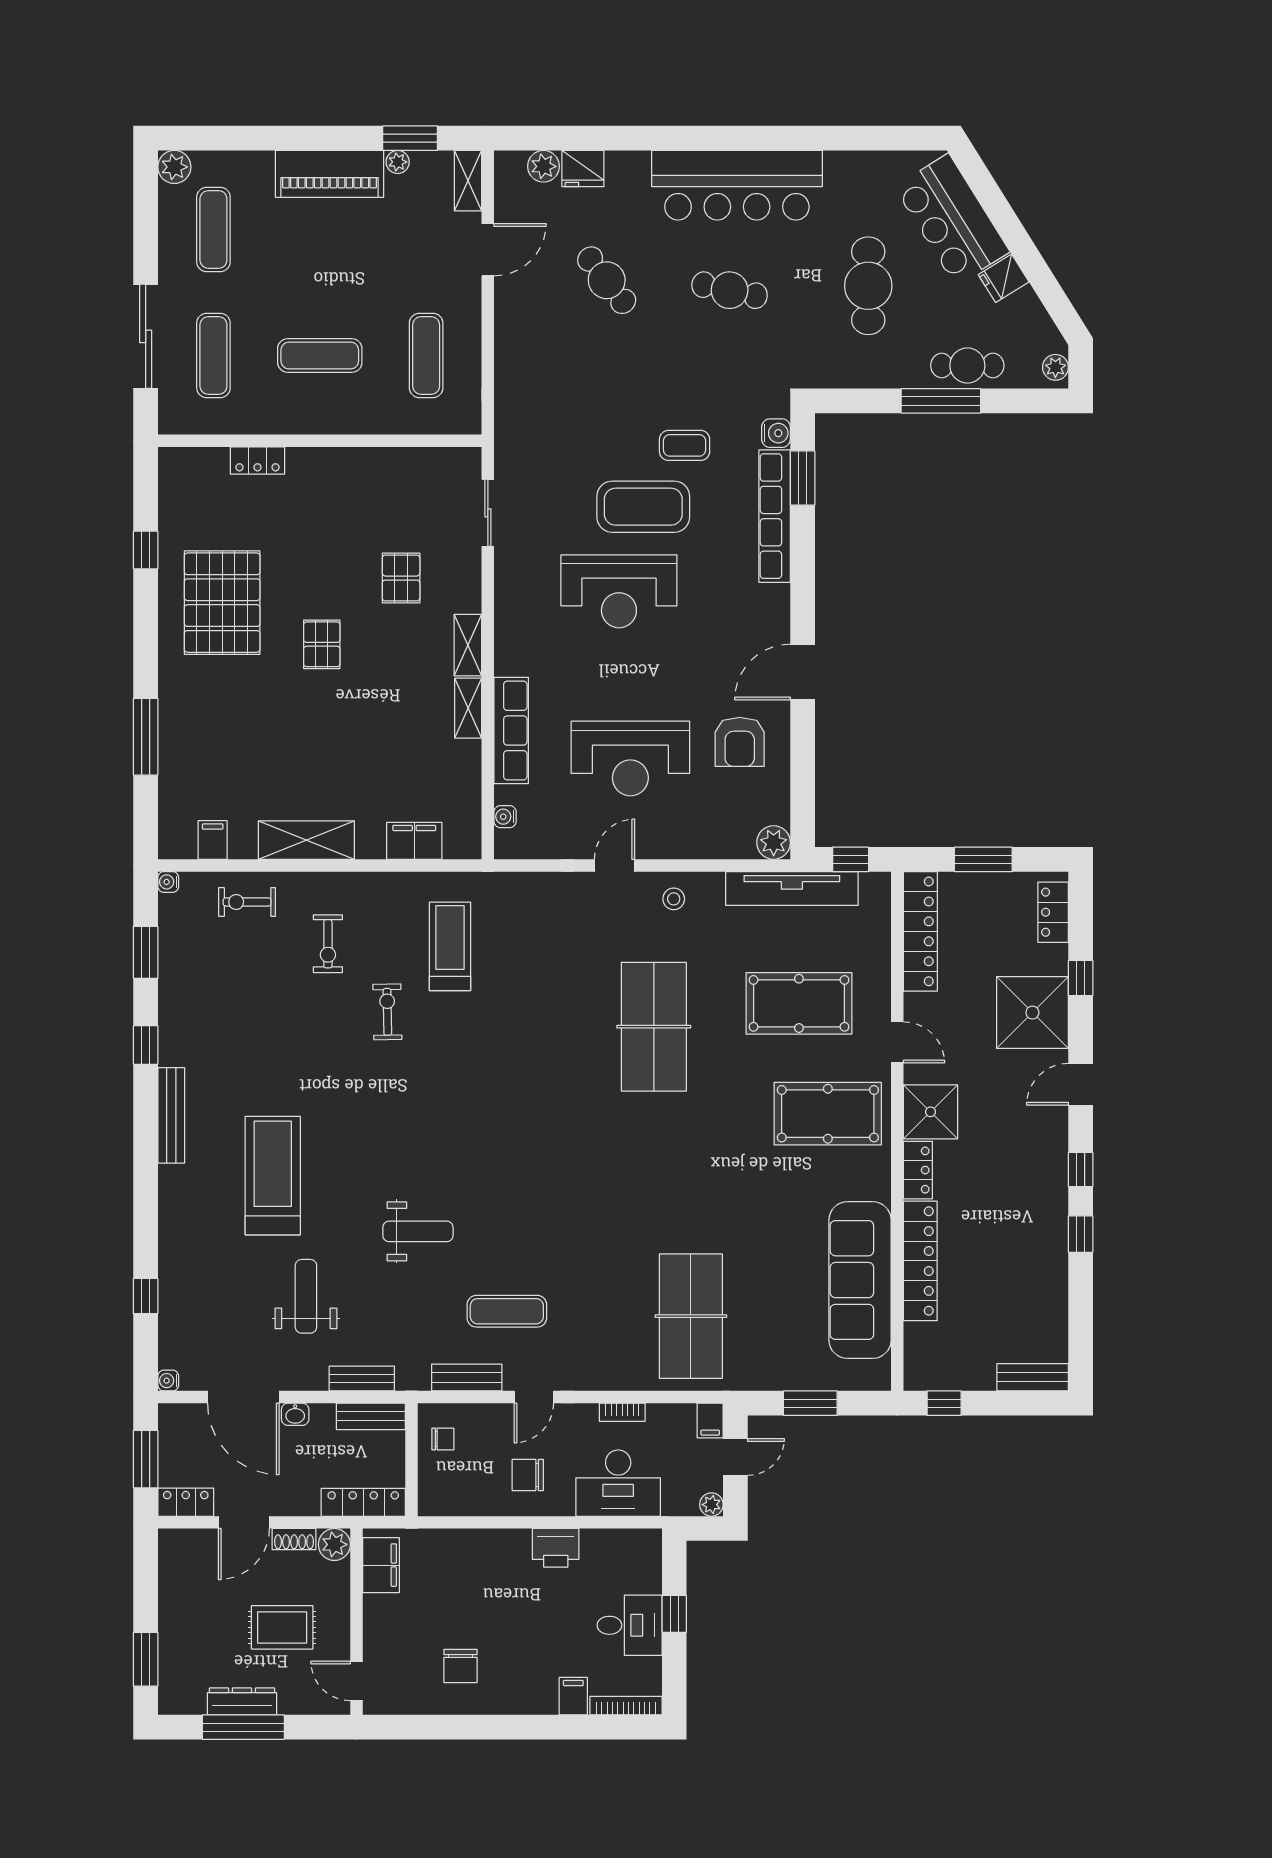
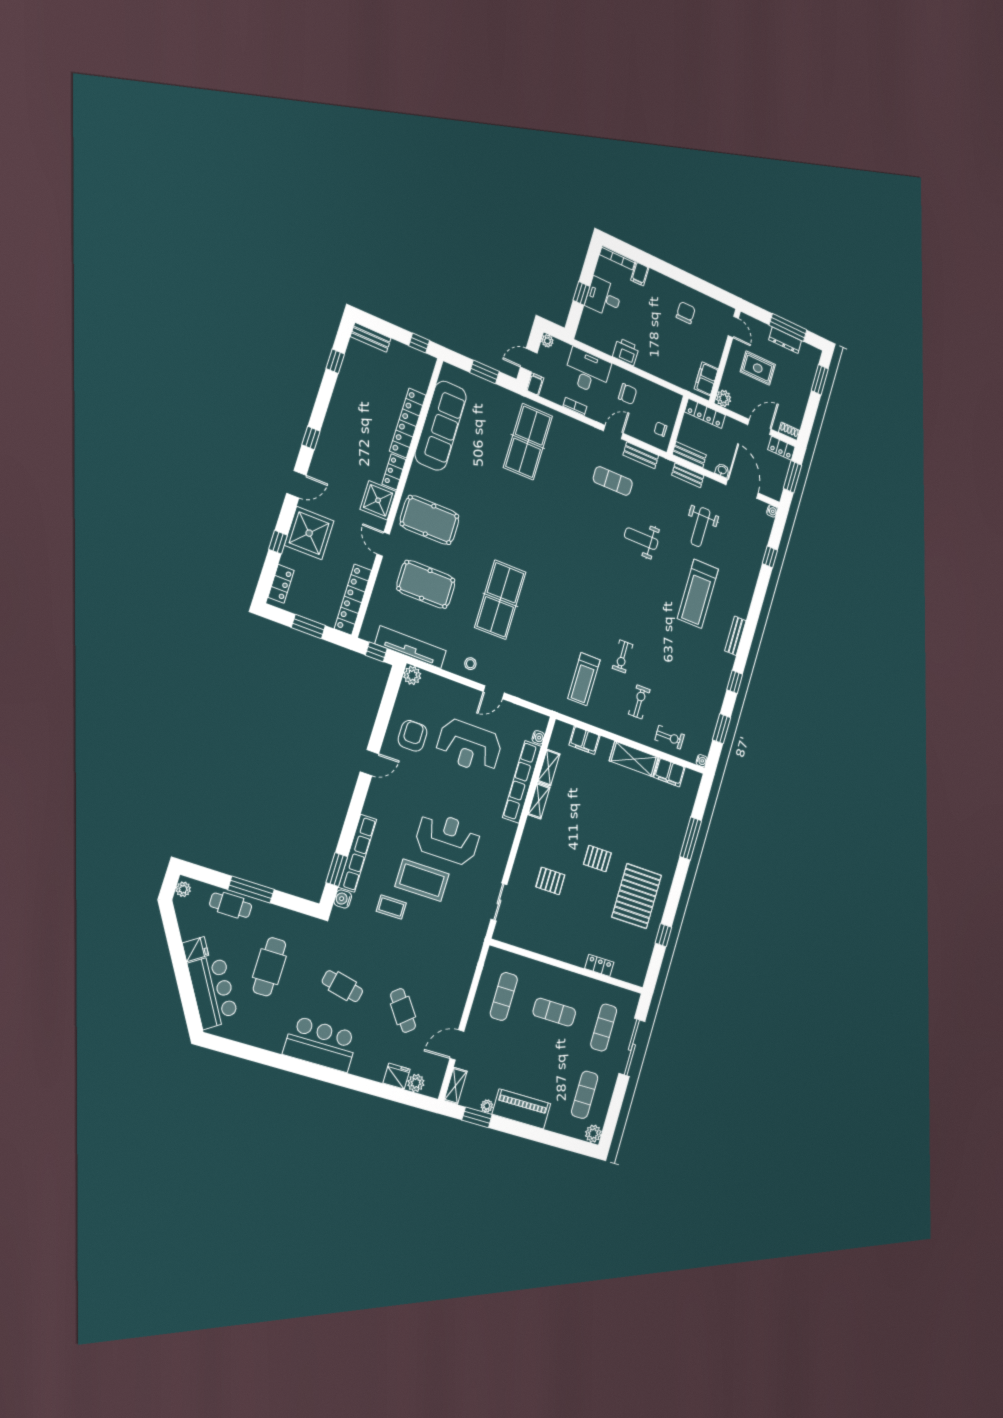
bar counter: (737, 185) -> (321, 1044), width x0.73
pallet: (401, 578) -> (550, 881), turned 90
pallet: (322, 644) -> (597, 859), turned 90
shelving: (468, 645) -> (549, 768), moved
door: (803, 672) -> (369, 763), width x0.73
row of seats: (511, 731) -> (522, 782), width x1.36
reception desk: (630, 758) -> (469, 746), turned 180
filing cabinet: (213, 840) -> (669, 772), width x2.00
bench: (171, 1115) -> (735, 636), width x0.73
window: (1081, 1234) -> (335, 361), moved
shoe rack: (294, 1539) -> (789, 431), moved

